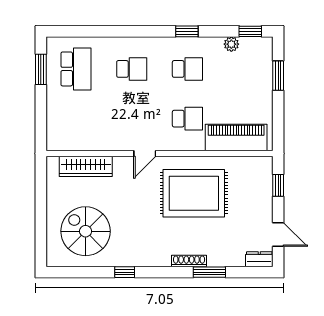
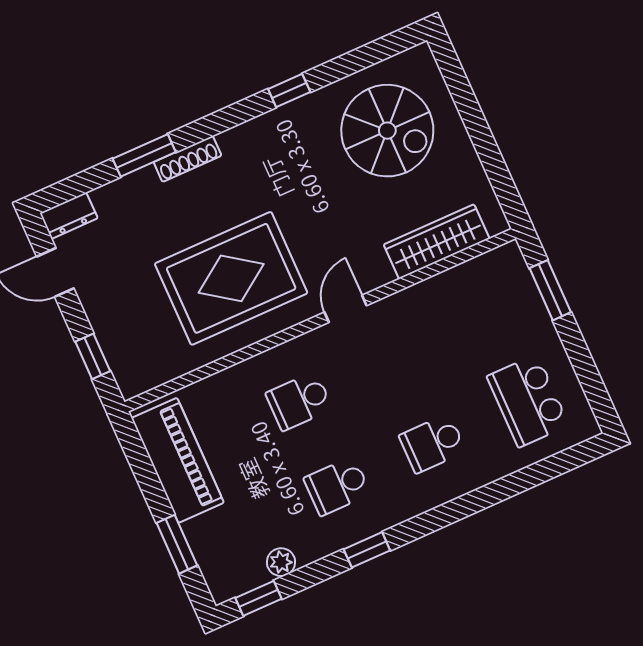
window: (41, 69) -> (550, 290), moved
piano: (236, 138) -> (178, 460), moved, turned -90

